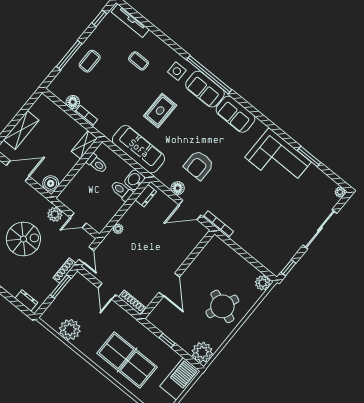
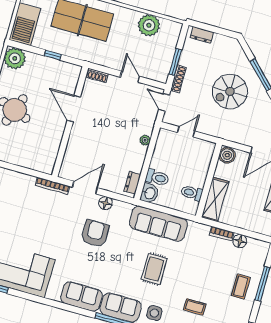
shelving: (84, 145) -> (215, 199), width x1.50, depth x1.33
plant: (55, 214) -> (210, 128), removed
shoe rack: (132, 302) -> (97, 76), width x0.70

